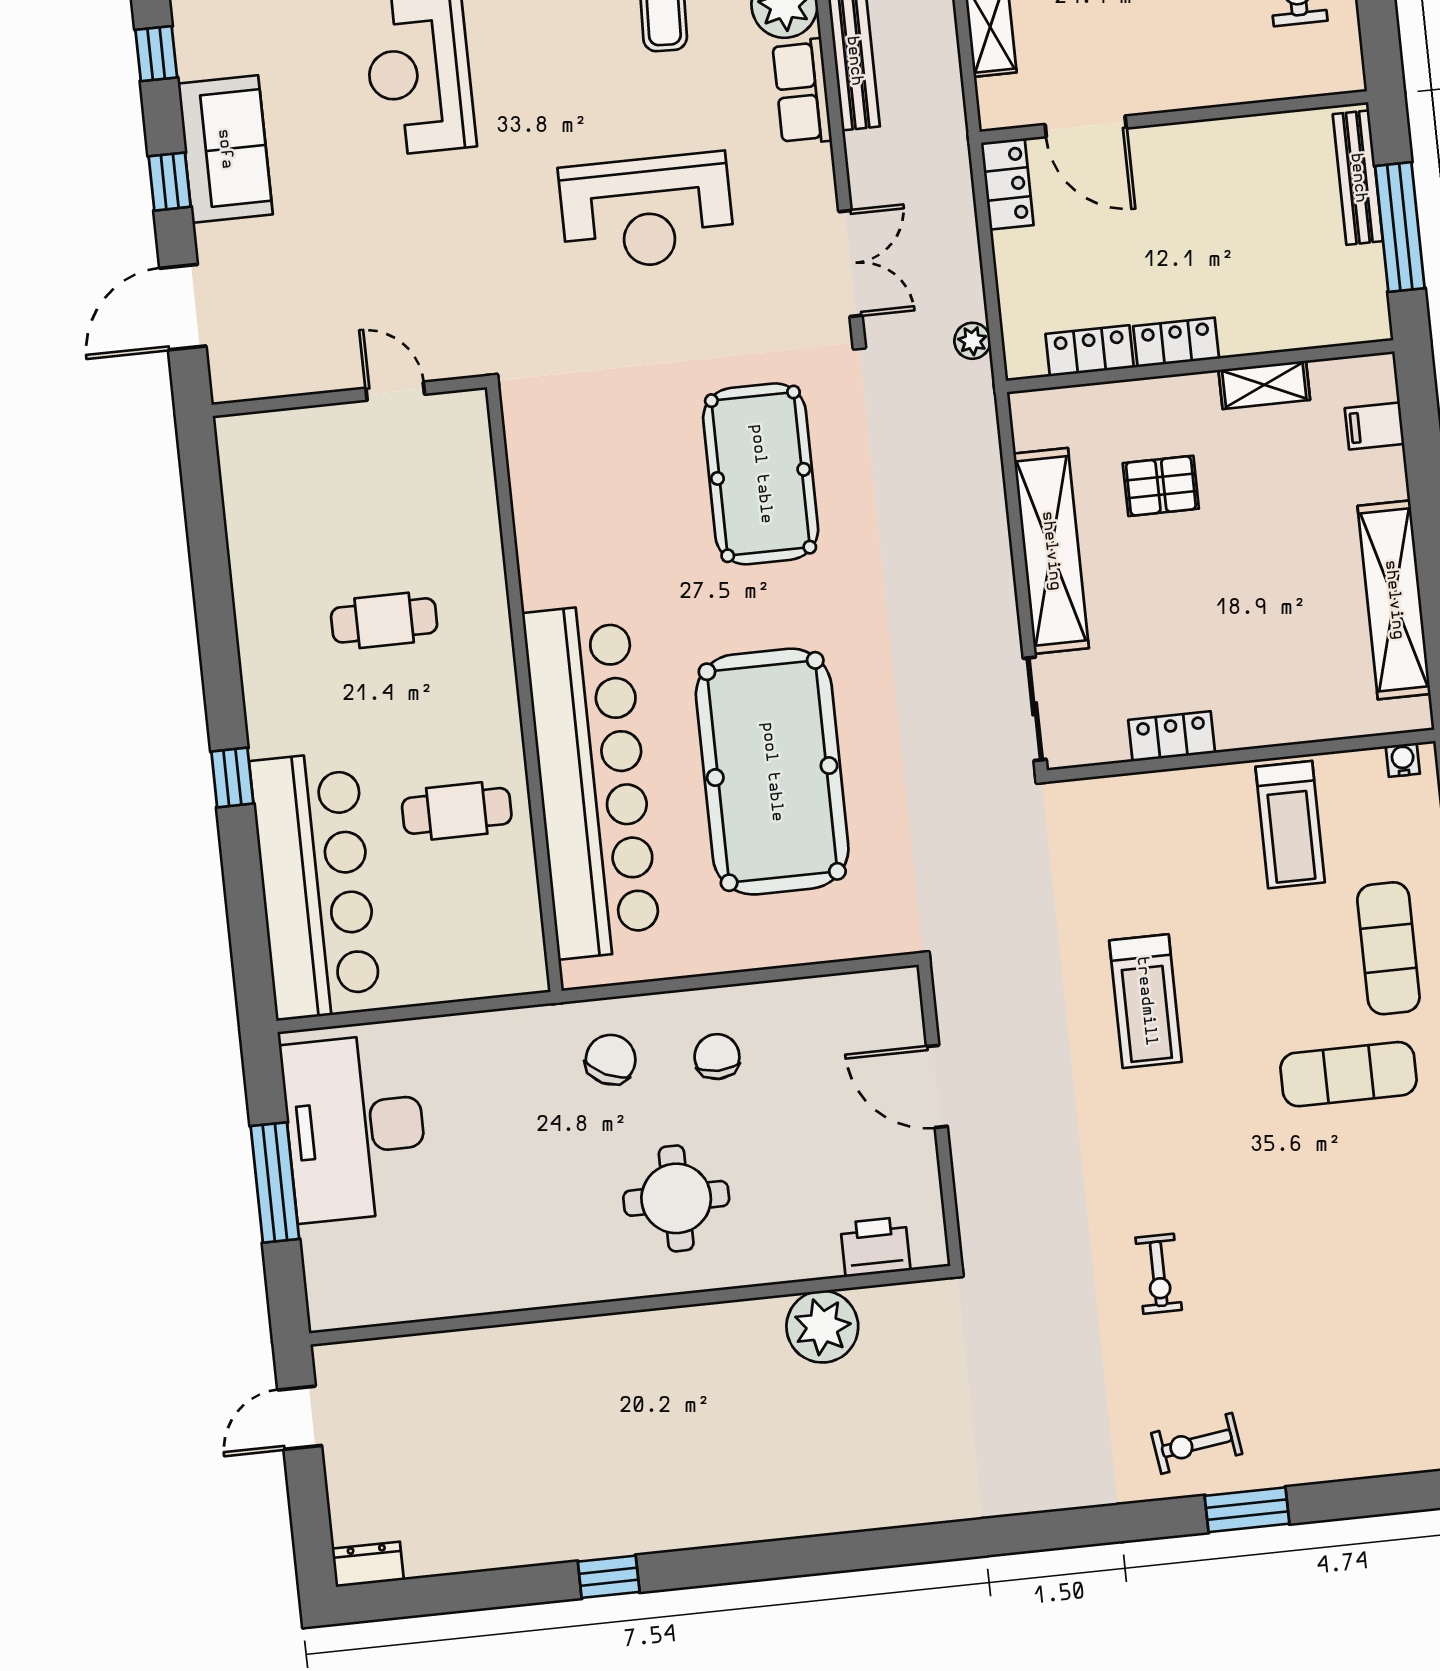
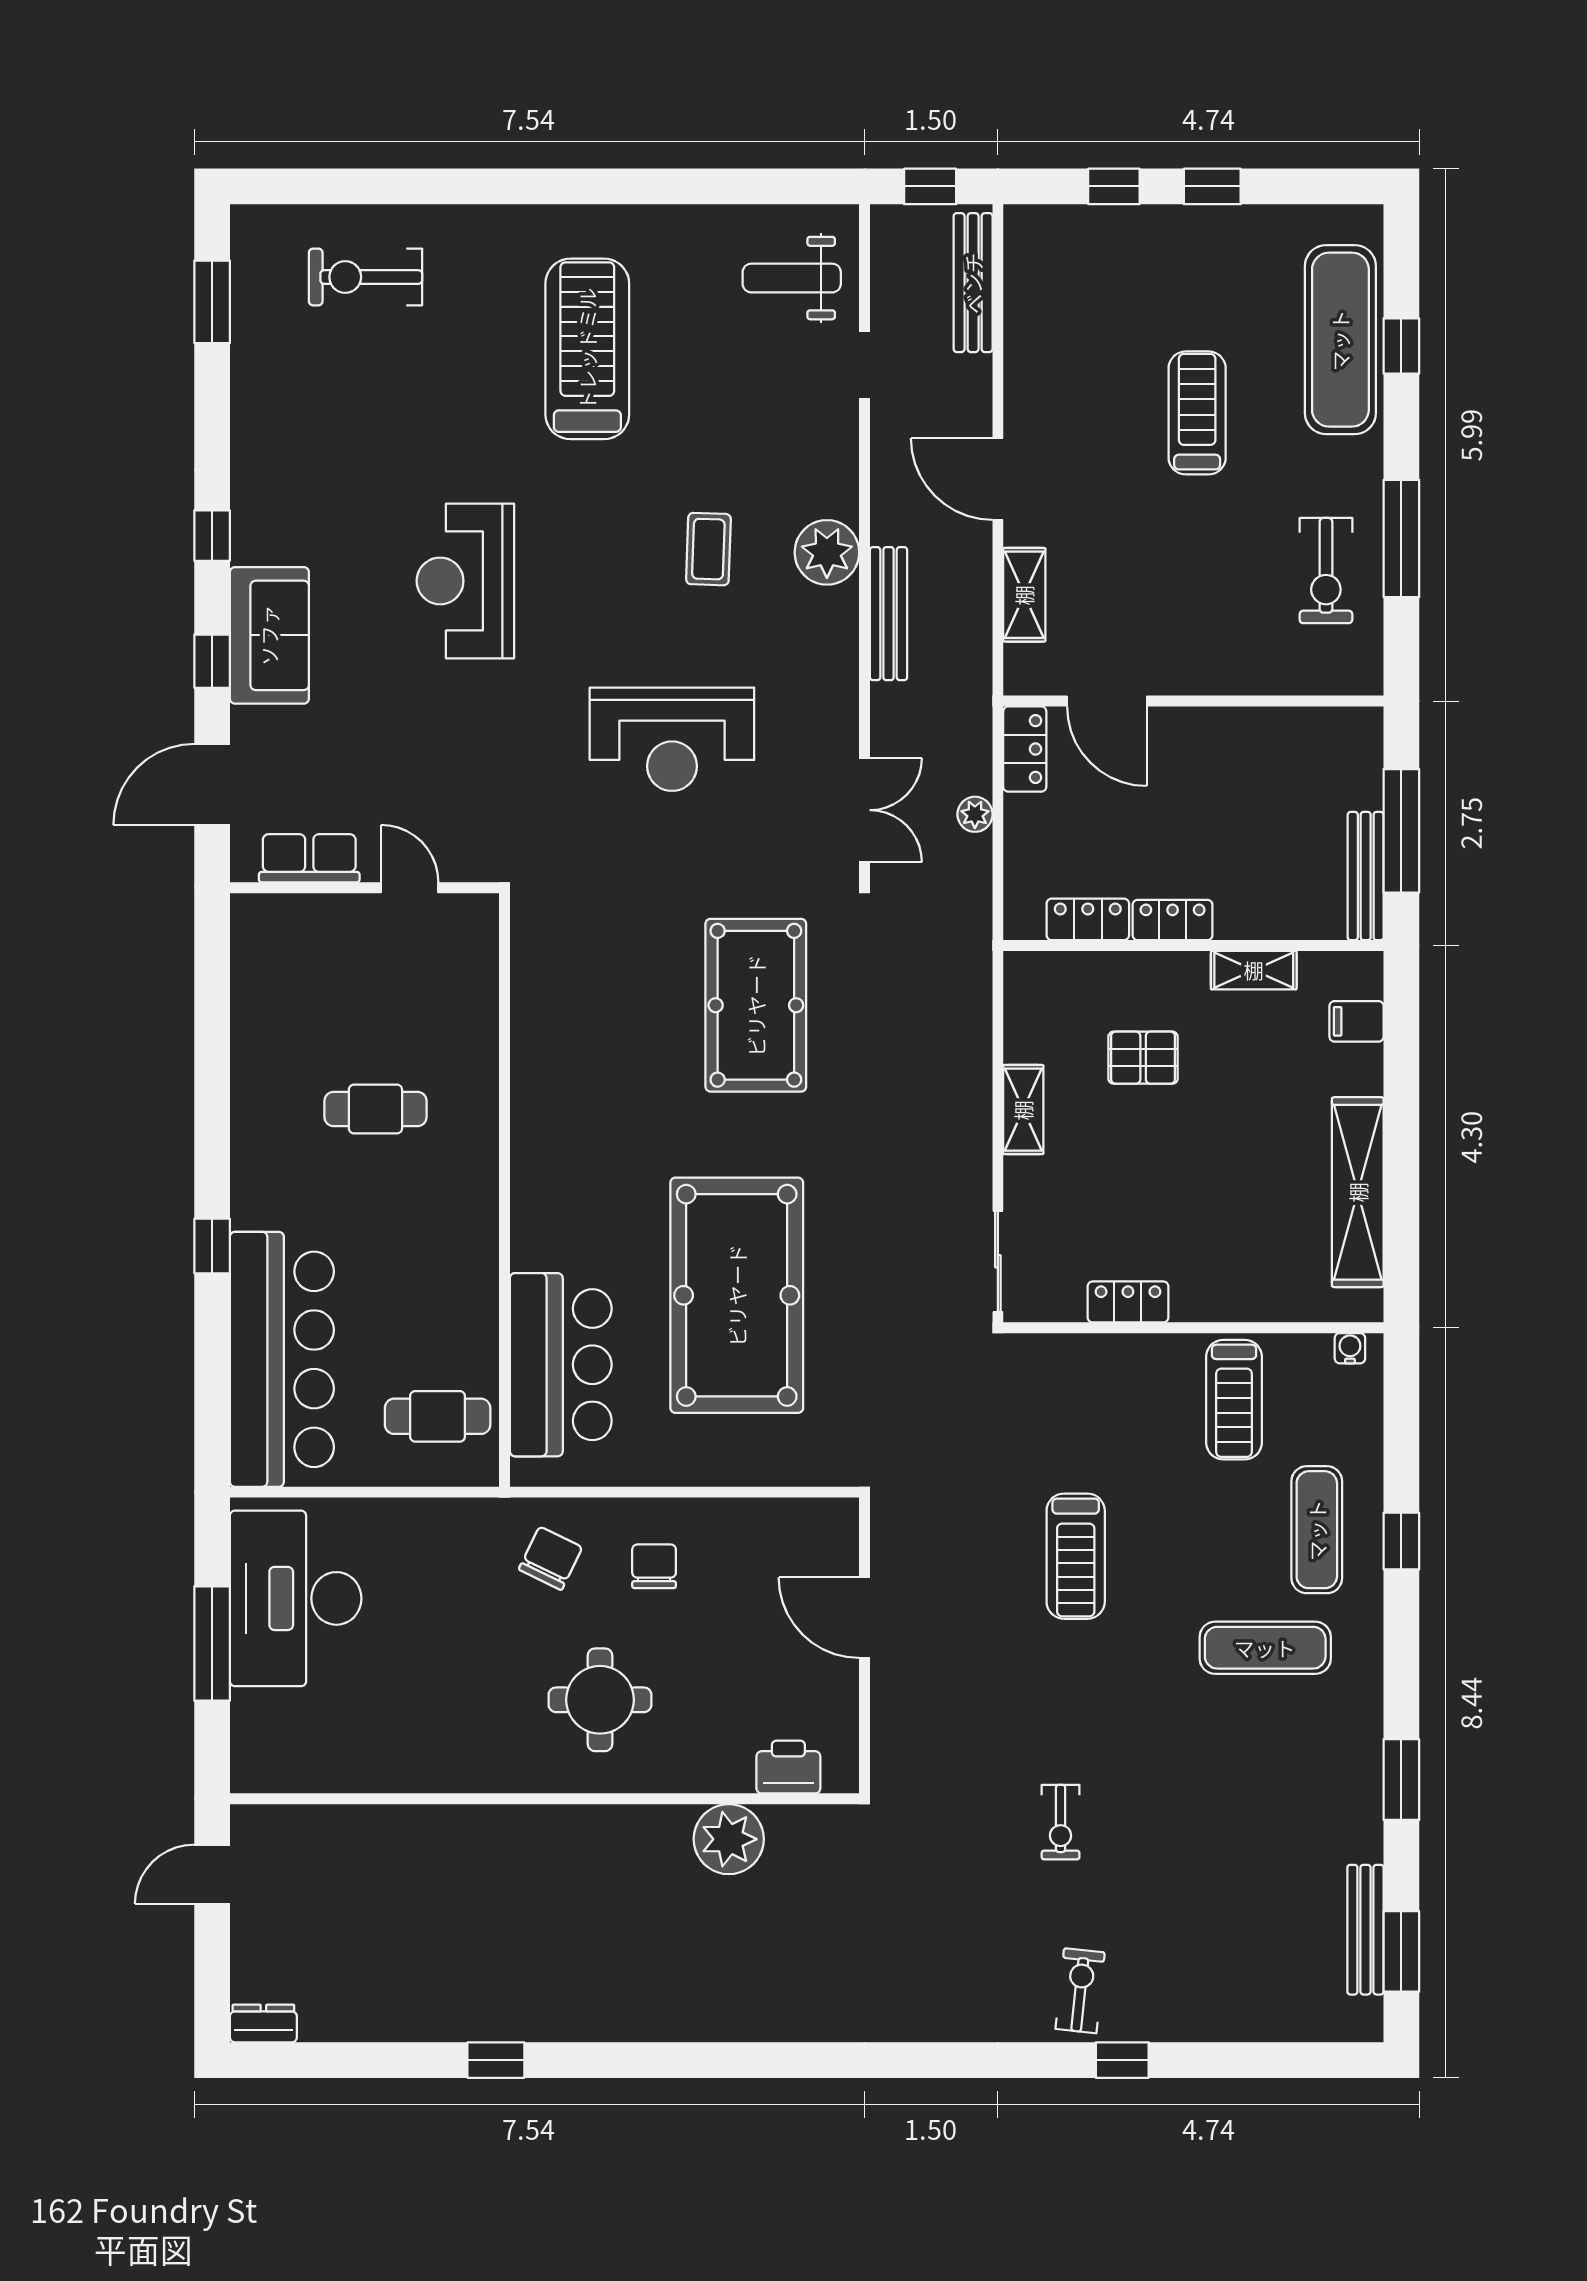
row of seats: (802, 92) -> (309, 858), moved, turned 90
bench: (1358, 178) -> (1366, 876), moved
plant: (972, 341) -> (975, 814), moved
shelving: (1051, 551) -> (1023, 1110), width x0.45, depth x0.75
bar counter: (592, 781) -> (561, 1365), width x0.54
cafe table: (457, 811) -> (438, 1416), moved
exercise bike: (1197, 1443) -> (1080, 1991), turned 104
window: (1247, 1510) -> (1122, 2060), width x0.67

